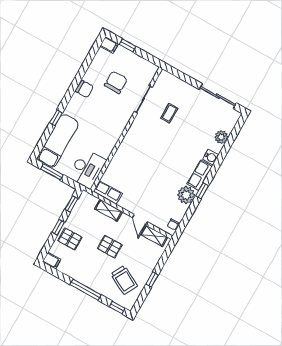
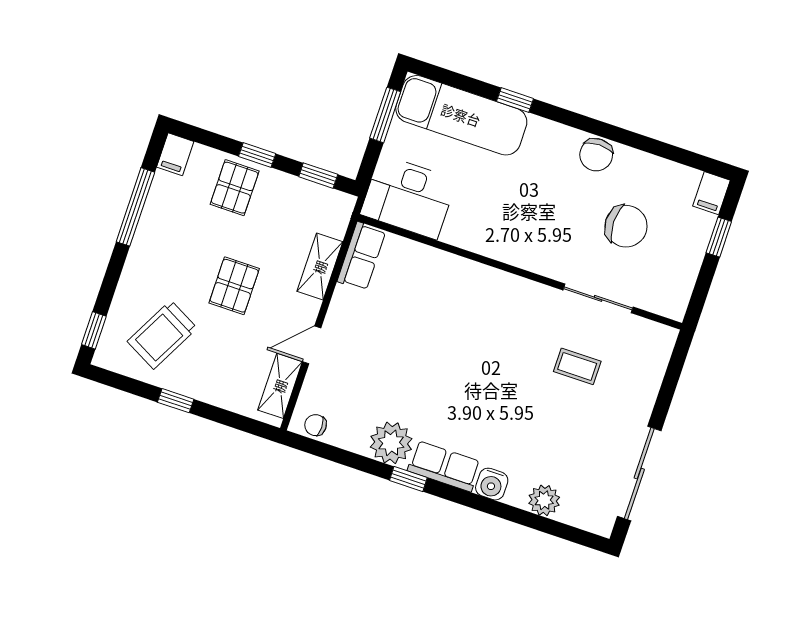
window: (85, 290) -> (135, 207), moved

